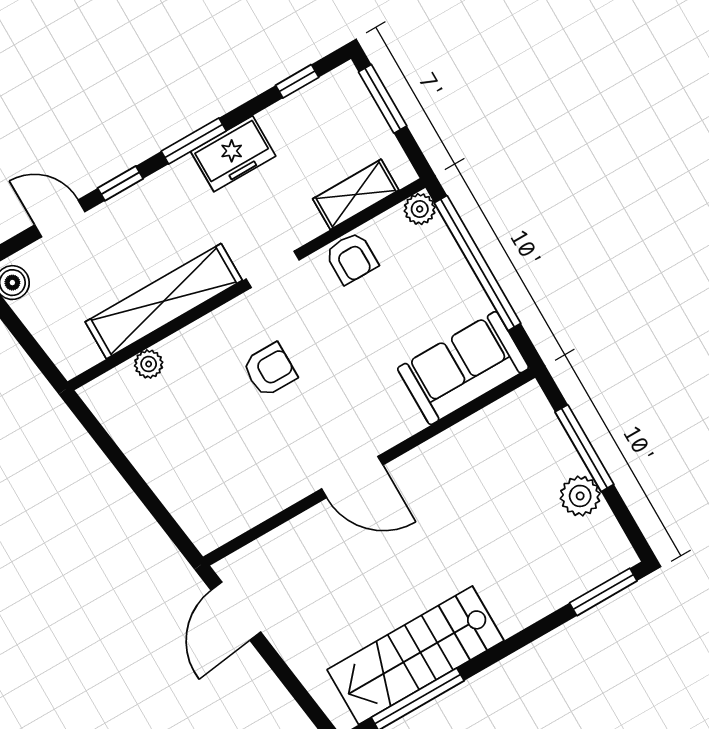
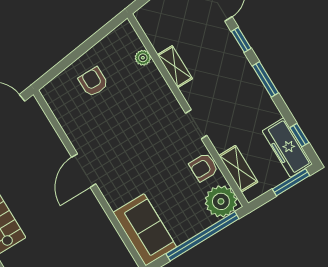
freezer: (233, 154) -> (287, 148), moved, width x1.40
plant: (420, 209) -> (221, 201), width x1.88, depth x1.88
shelving: (164, 301) -> (175, 67), width x0.45, depth x0.75
armchair: (270, 370) -> (93, 82), moved, turned 180

